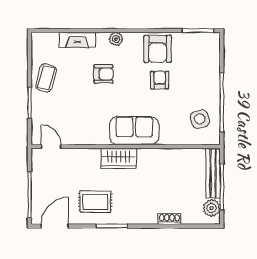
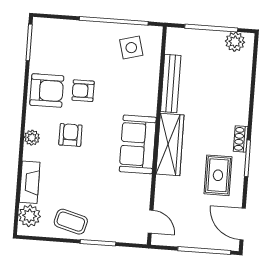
plant: (48, 42) -> (29, 216), added
armchair: (103, 74) -> (70, 135), moved
sofa: (134, 131) -> (138, 144), moved
door: (51, 147) -> (151, 222), swing flipped
wardrobe: (119, 158) -> (170, 145), width x1.50
bench: (213, 173) -> (171, 84), moved, turned 90
shoe rack: (169, 219) -> (241, 139), moved

